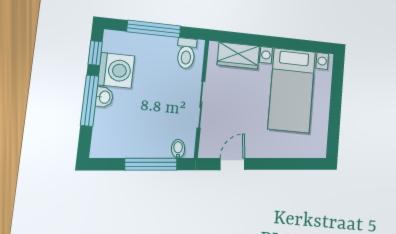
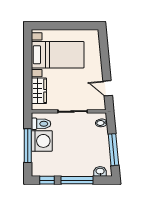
washing machine: (116, 70) -> (42, 141), moved, turned 90
washbasin: (104, 97) -> (100, 171), moved
window: (151, 164) -> (113, 150), moved

